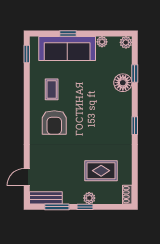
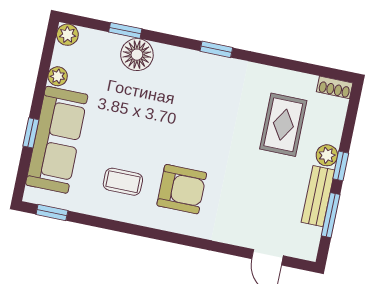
bench: (46, 198) -> (318, 196), moved

